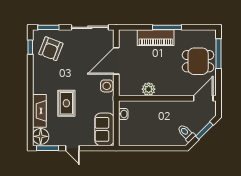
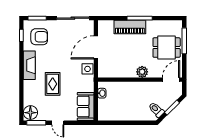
armchair: (51, 49) -> (39, 37), turned -111
plant: (149, 89) -> (142, 72), moved
fireplace: (39, 111) -> (29, 65), moved

